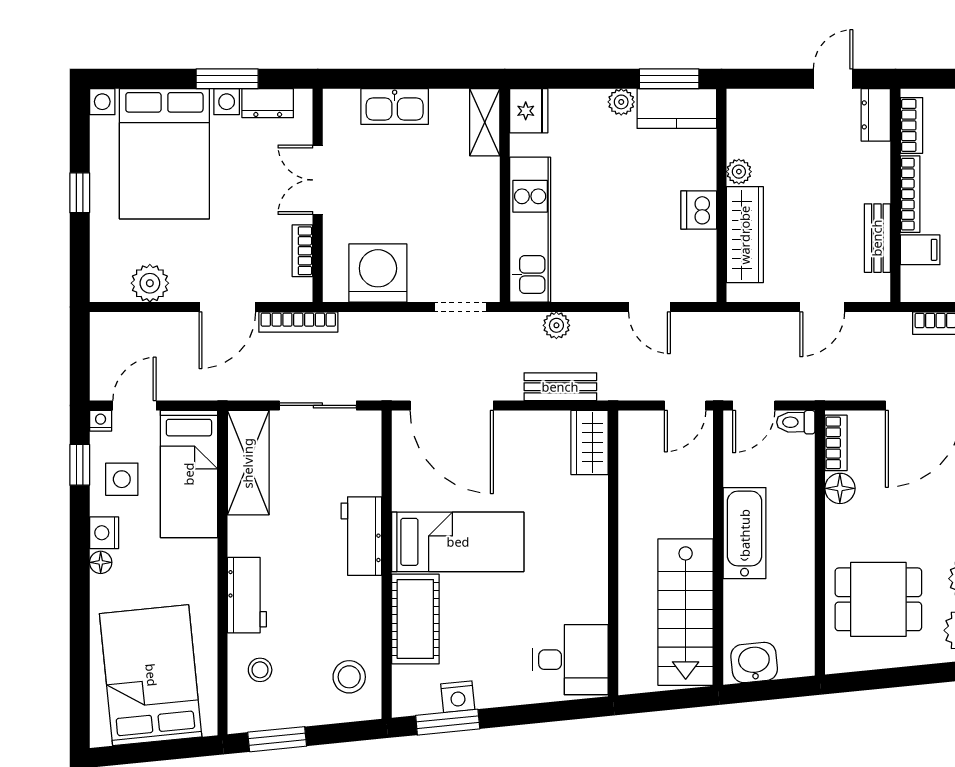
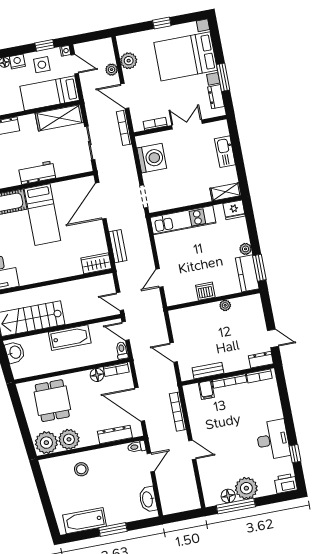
wardrobe: (745, 235) -> (198, 313), removed
plant: (556, 325) -> (112, 70), moved

